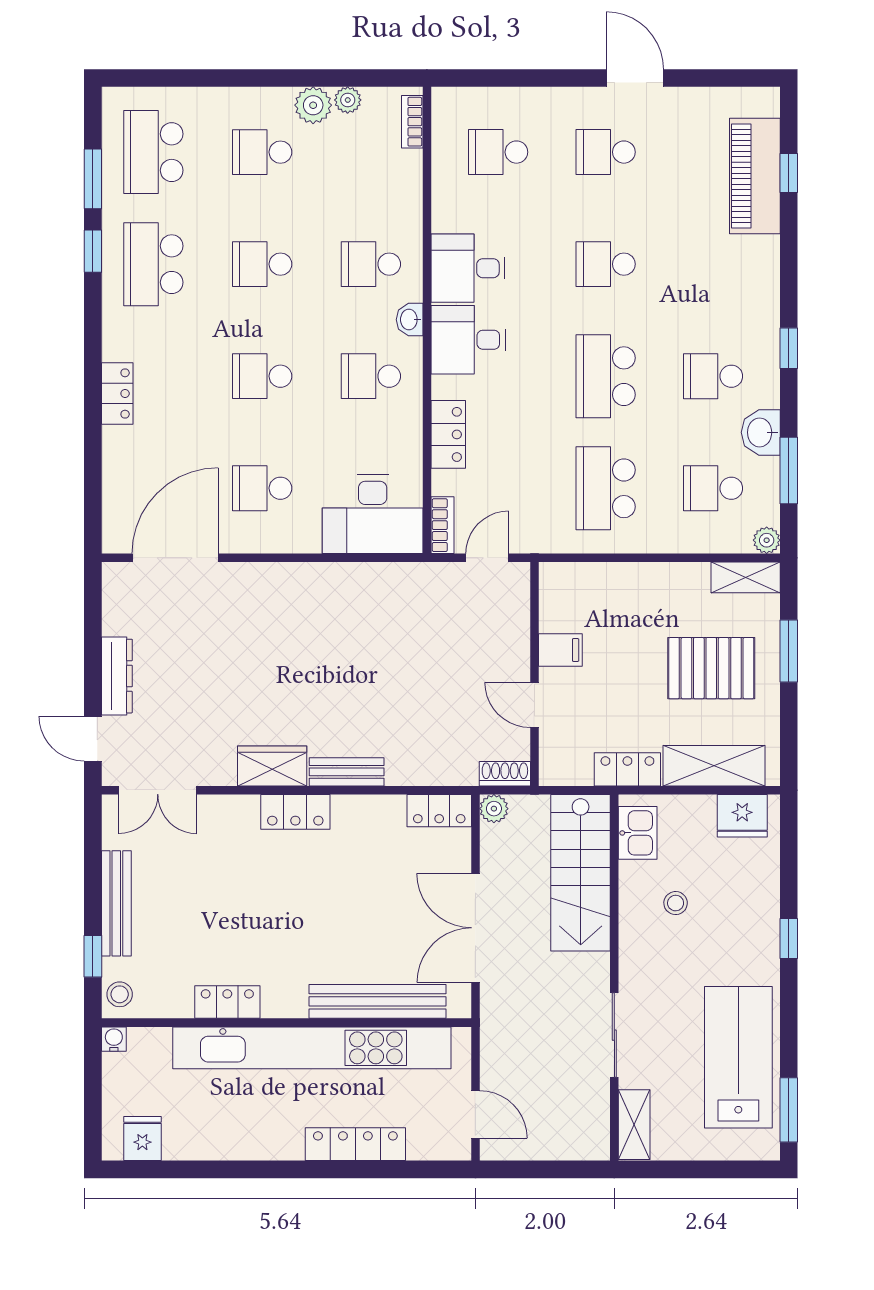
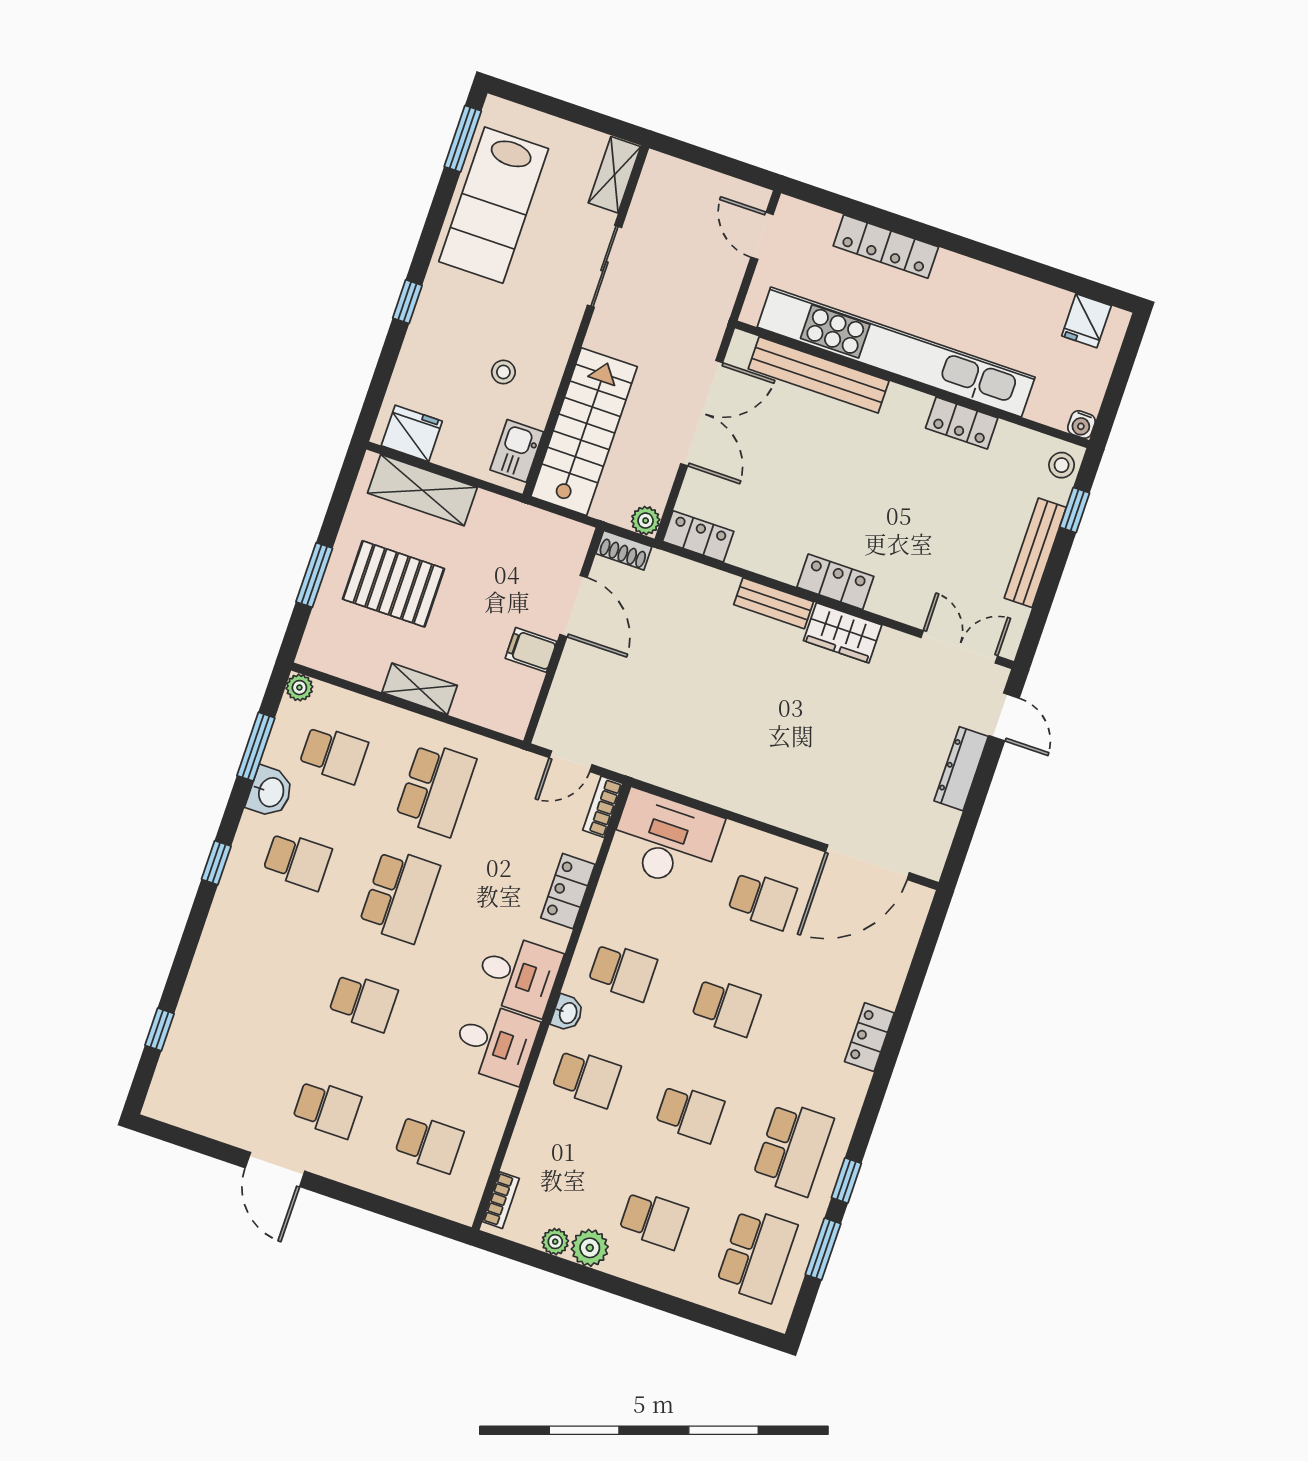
piano: (755, 176) -> (193, 1038), removed
shelving: (746, 577) -> (420, 689), moved
door: (534, 705) -> (573, 606), width x1.38
locker: (627, 769) -> (506, 515), removed

